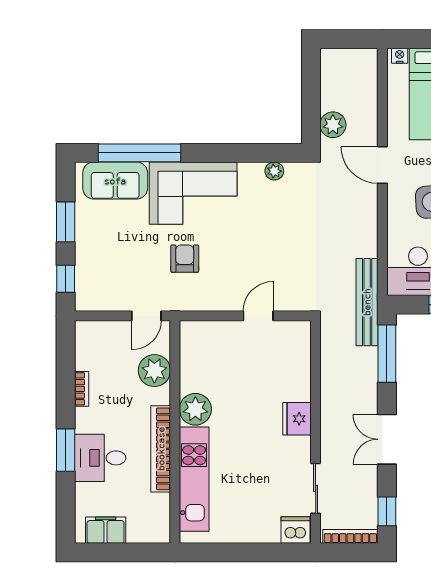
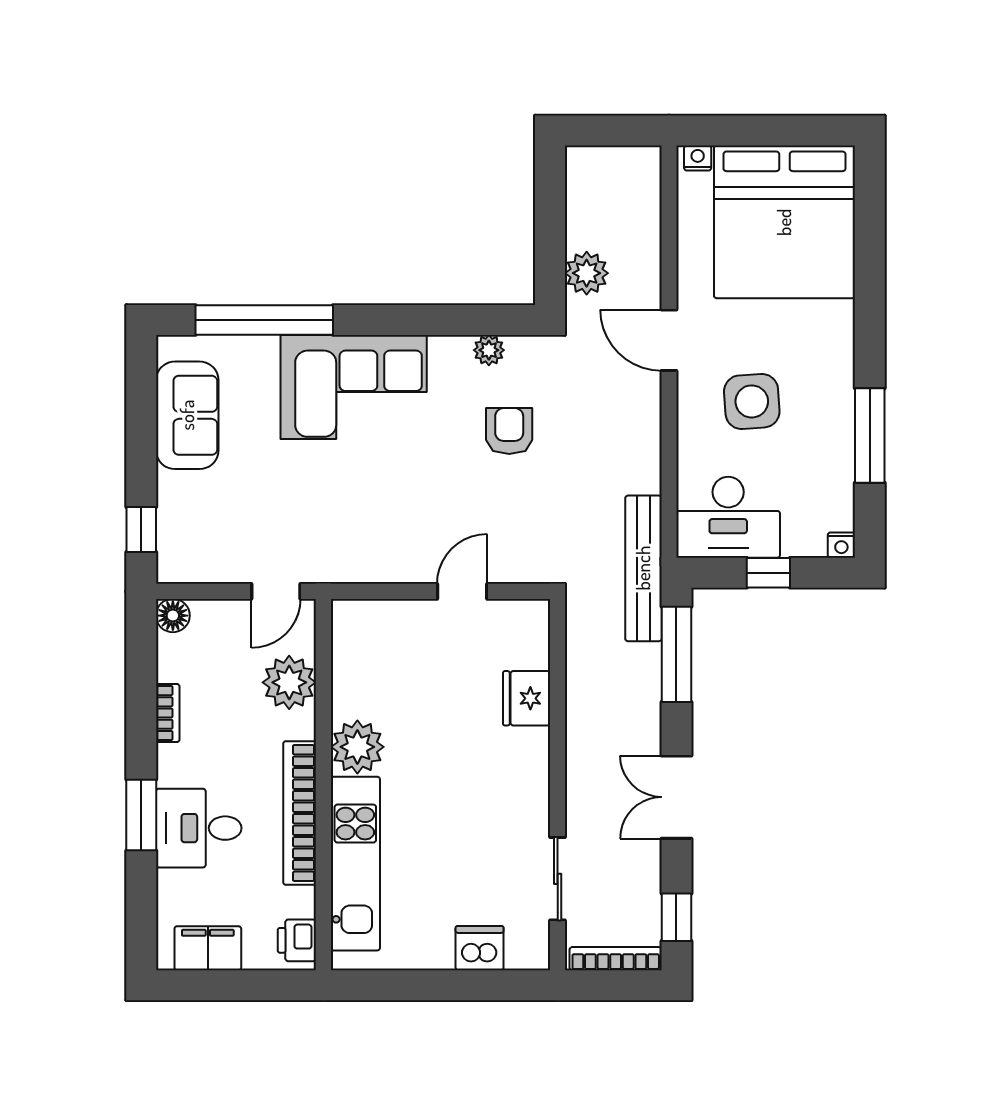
sofa: (115, 181) -> (187, 415), moved, turned -90
window: (66, 222) -> (141, 435), removed
armchair: (185, 259) -> (509, 431), moved
floor lamp: (85, 330) -> (173, 616), added
fridge: (297, 419) -> (527, 698), moved
printer: (159, 525) -> (297, 940), added
dishwasher: (296, 530) -> (480, 948), moved

